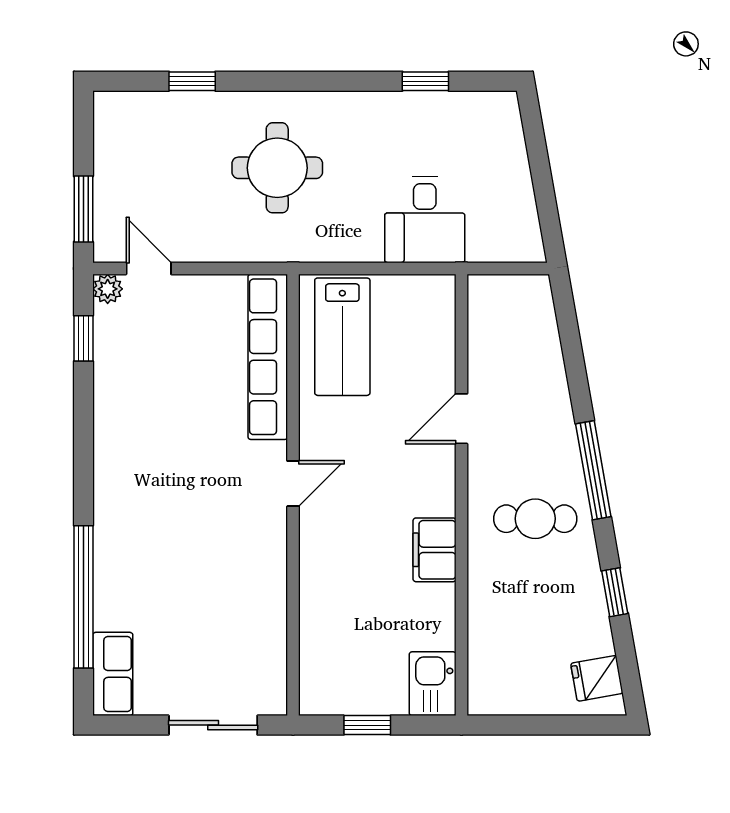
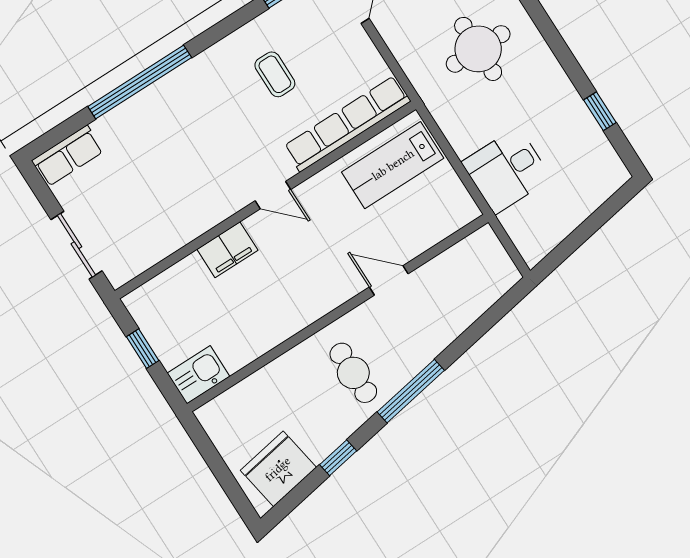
coffee table: (167, 400) -> (275, 74), added
filing cabinet: (435, 550) -> (227, 250), moved, turned 180
window: (83, 597) -> (140, 82), moved
fridge: (597, 678) -> (278, 469), width x1.88, depth x1.34

